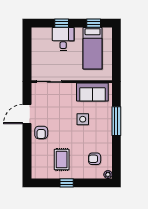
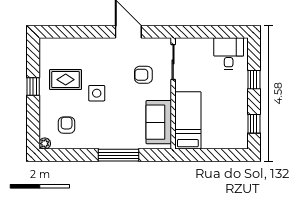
desk: (63, 39) -> (229, 54), moved, turned -90
bed: (93, 48) -> (188, 120), moved, turned 90
side table: (83, 119) -> (97, 93), moved
armchair: (41, 132) -> (143, 75), moved

